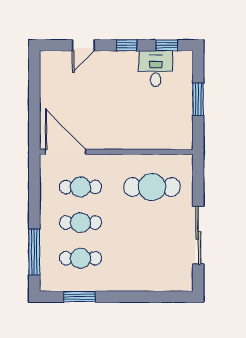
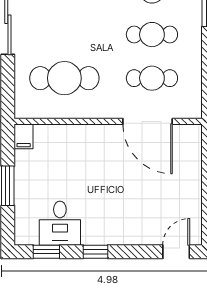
door: (83, 45) -> (176, 252), moved
filing cabinet: (185, 139) -> (24, 136), added
door: (66, 152) -> (148, 121), moved

